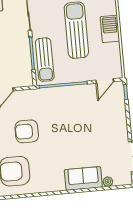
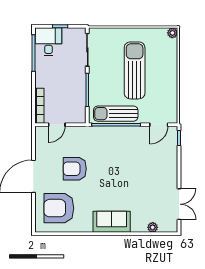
barbecue: (110, 29) -> (169, 72), removed
sun lounger: (45, 60) -> (116, 114), moved, turned 90
sofa: (83, 178) -> (112, 222), moved

